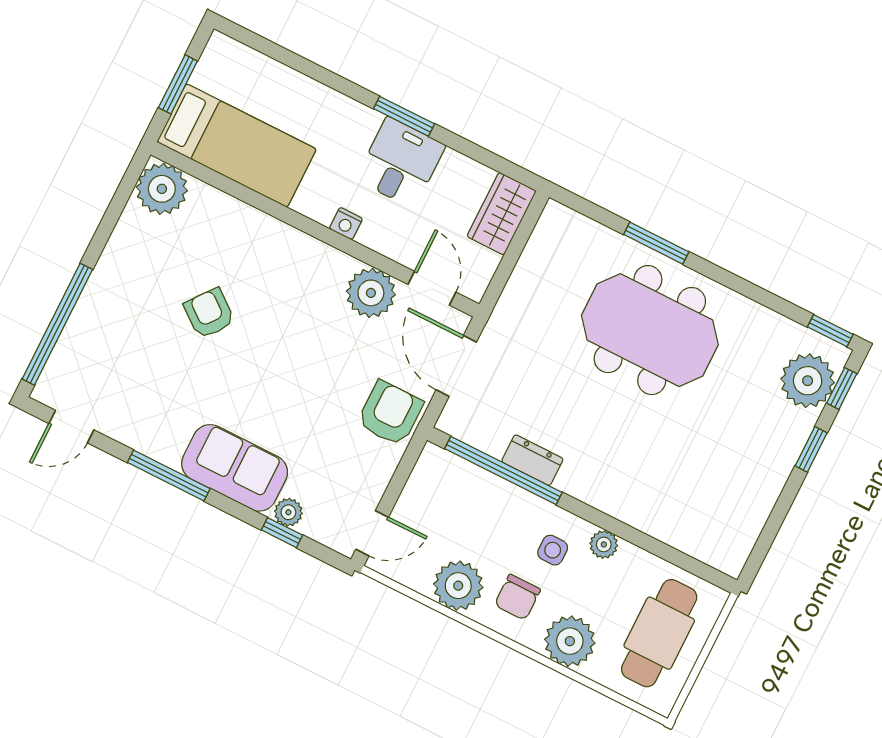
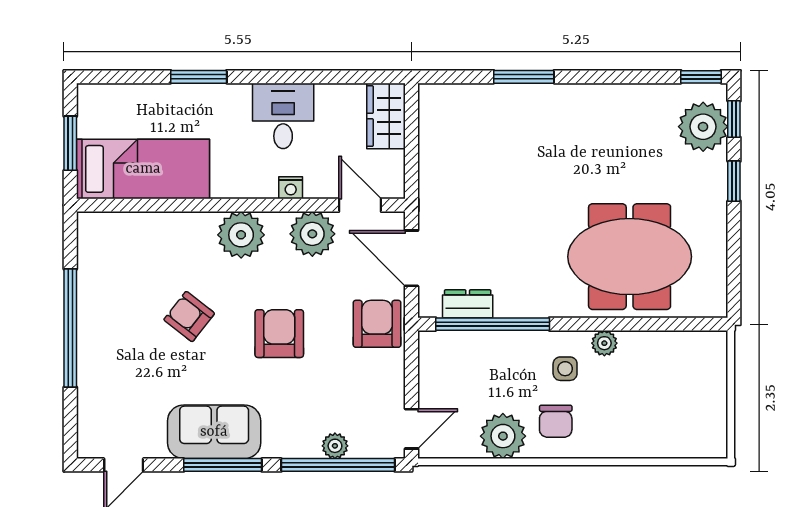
window: (404, 116) -> (199, 77), moved
plant: (162, 189) -> (241, 235), moved
nightstand: (346, 224) -> (291, 188), moved
window: (57, 324) -> (70, 328), moved
meeting table: (650, 330) -> (630, 257), moved
armchair: (289, 375) -> (279, 334), added
dresser: (532, 460) -> (468, 304), moved
sofa: (235, 468) -> (214, 432), moved
window: (282, 533) -> (338, 465), width x3.17
cafe table: (659, 633) -> (686, 393), removed
plant: (570, 641) -> (616, 436), removed

